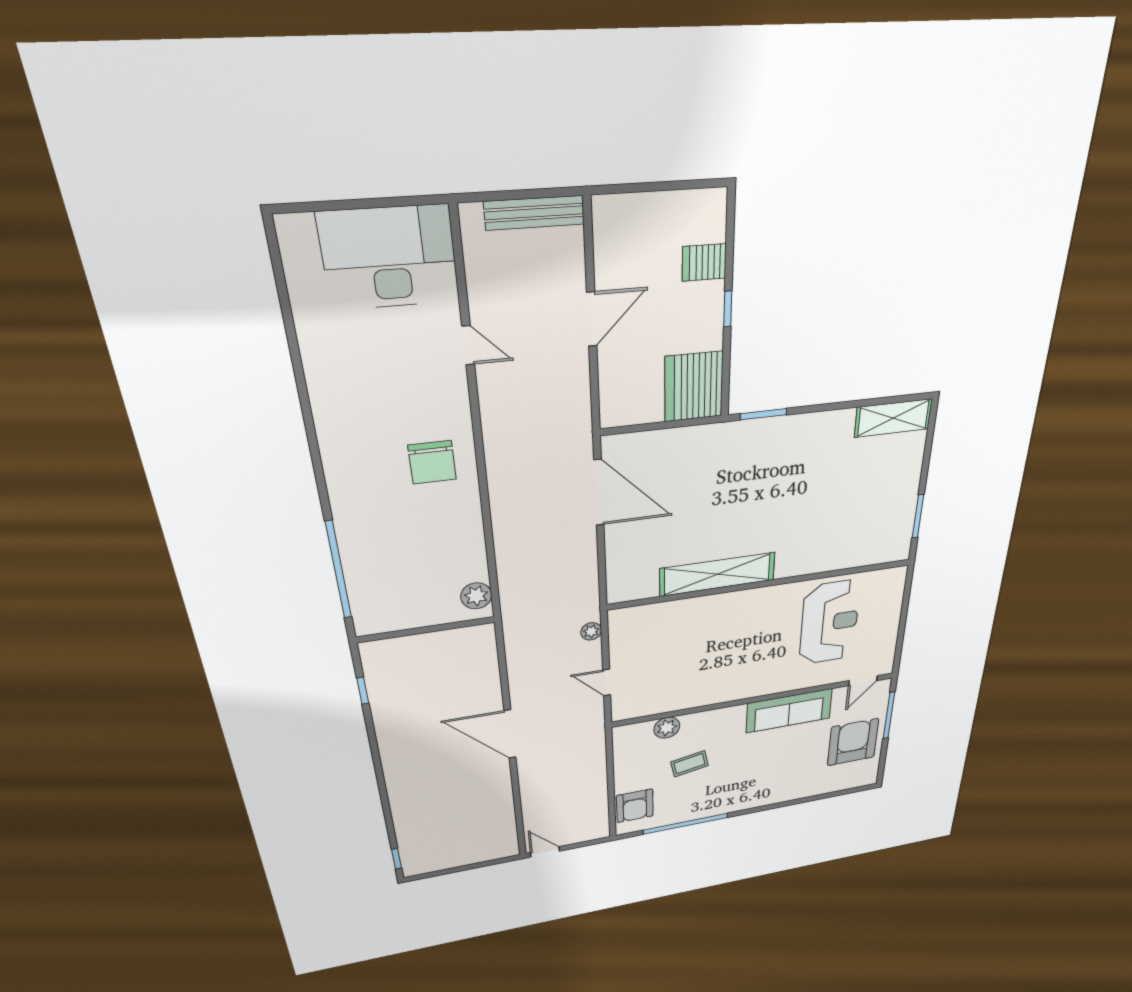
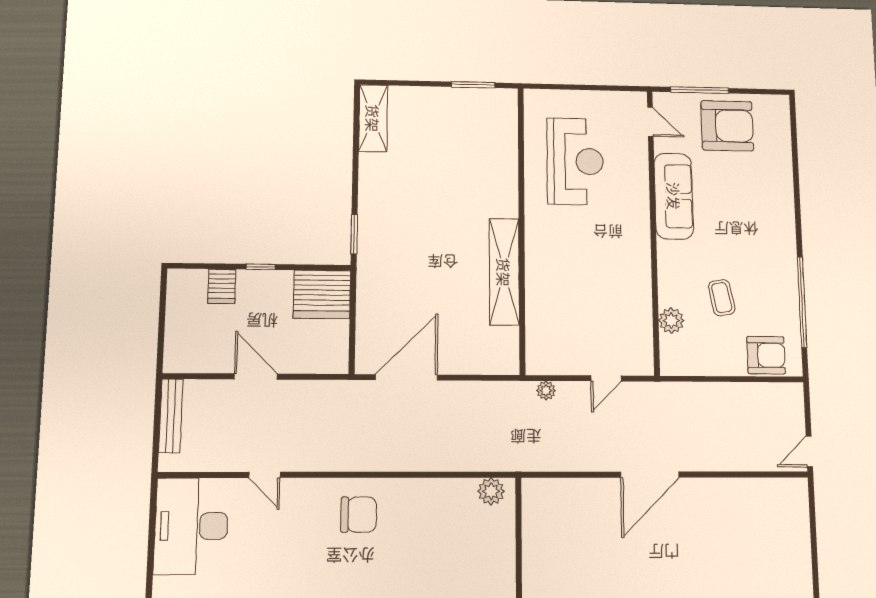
door: (468, 345) -> (265, 475), swing flipped
reception desk: (829, 622) -> (575, 161), turned 90
armchair: (853, 742) -> (727, 126), turned 180

